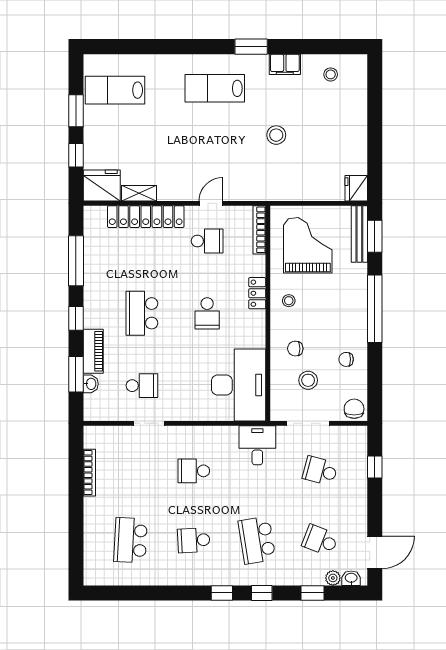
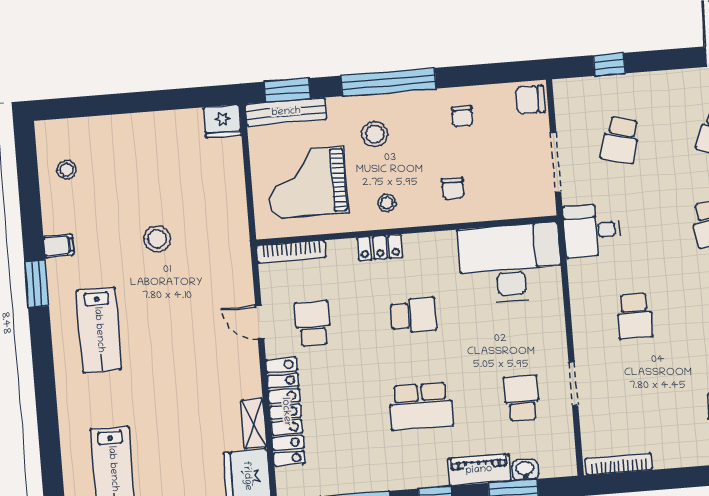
filing cabinet: (285, 64) -> (58, 246), width x0.50
stool: (308, 380) -> (375, 134), moved
bookcase: (89, 473) -> (619, 464), moved

